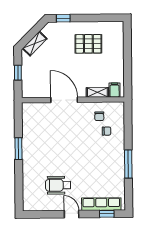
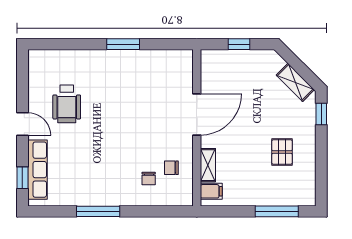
shelving: (35, 44) -> (295, 82), moved
pallet: (88, 44) -> (282, 152), width x0.67, depth x0.71
window: (127, 47) -> (277, 211), added
wheelchair: (58, 185) -> (67, 104), turned 180
door: (72, 214) -> (22, 124), hinge flipped

